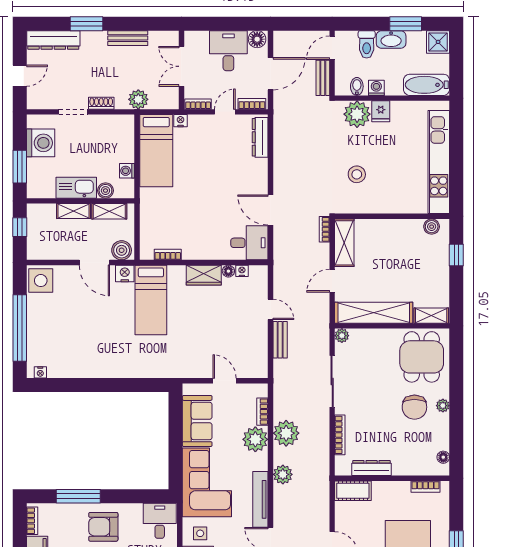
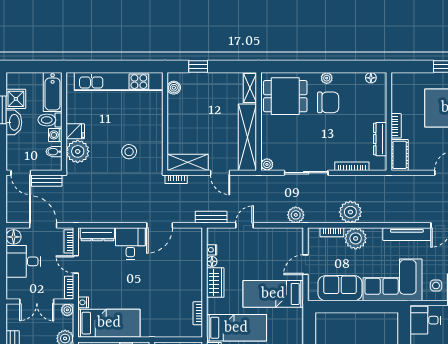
shower: (438, 42) -> (16, 99), moved
toilet: (367, 44) -> (50, 120), moved, turned 180
plant: (172, 102) -> (67, 310), added
desk: (249, 243) -> (130, 243), moved
bench: (280, 340) -> (211, 217), moved
bed: (190, 343) -> (273, 294), added
plant: (283, 474) -> (296, 215), moved
bookcase: (425, 487) -> (396, 126), moved

